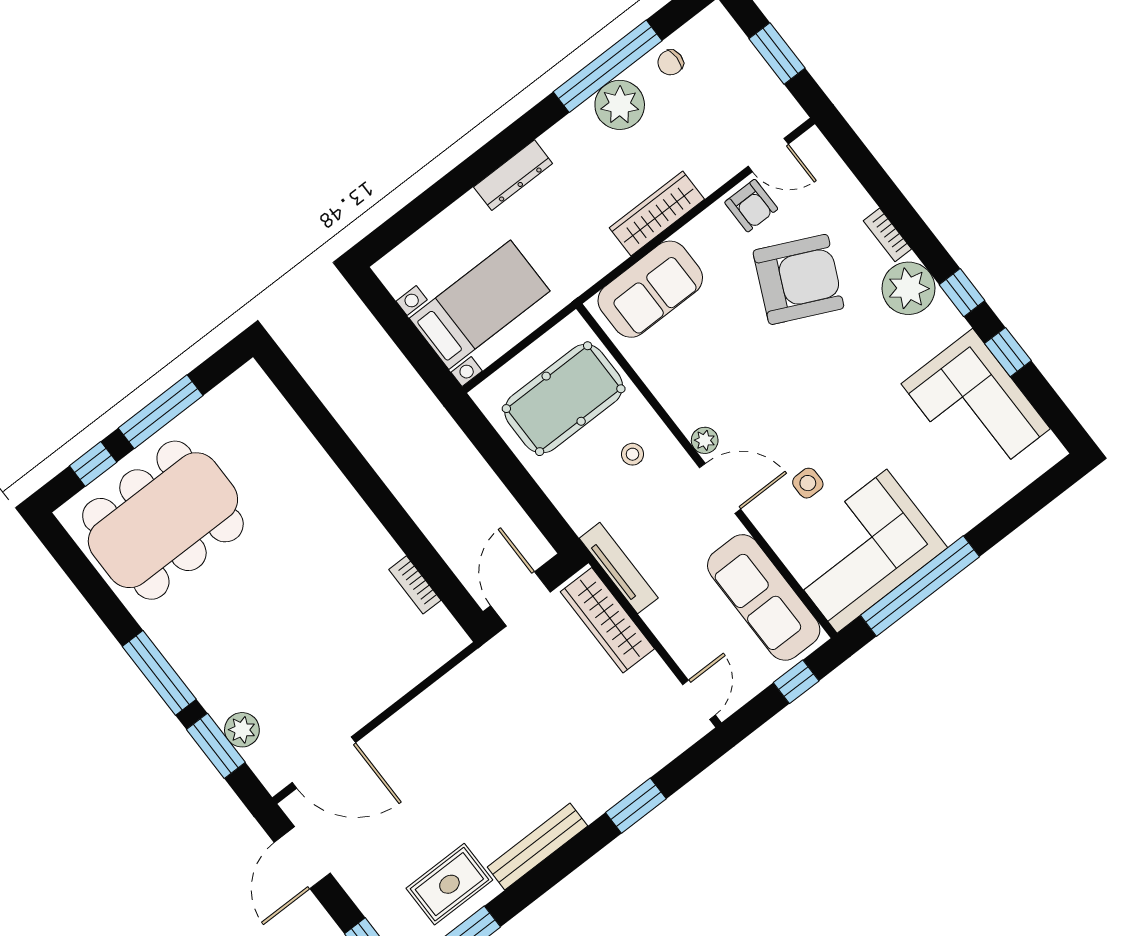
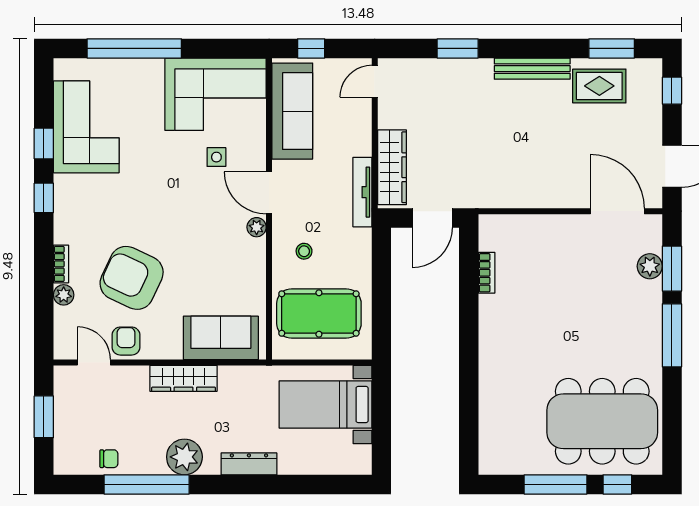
plant: (620, 105) -> (184, 457), moved
plant: (908, 288) -> (64, 295), moved, width x0.53, depth x0.53
window: (920, 586) -> (134, 48), moved

